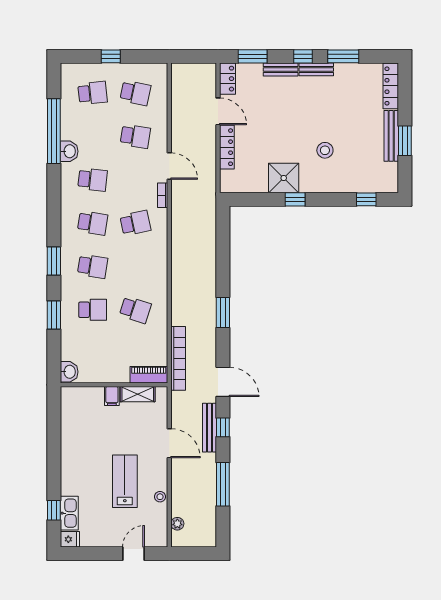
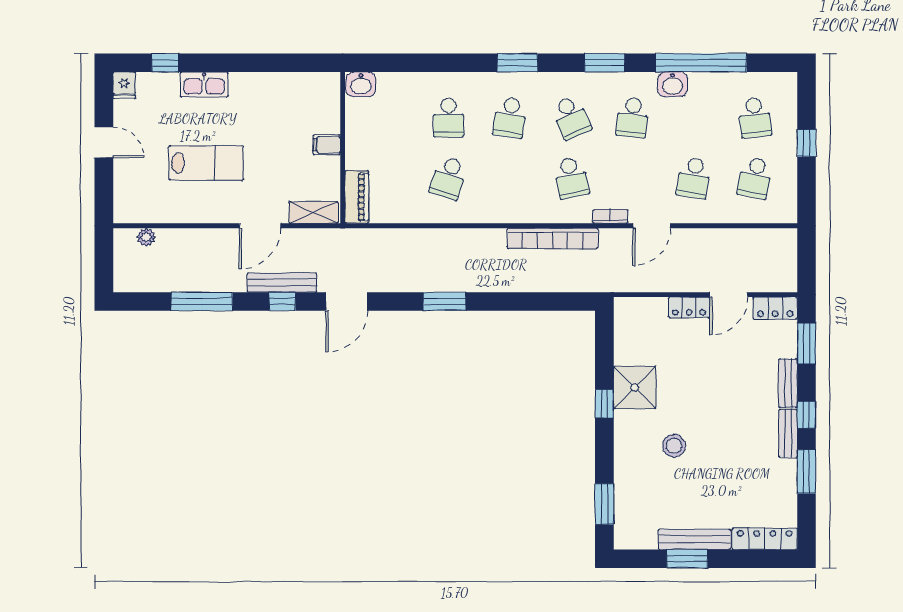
locker: (227, 147) -> (689, 307), width x0.66
window: (366, 199) -> (604, 504), width x1.50
school desk: (93, 223) -> (571, 117), turned -33
window: (54, 315) -> (605, 63), moved
bookcase: (178, 358) -> (553, 238), moved
shelving: (138, 394) -> (314, 212), moved, turned 90
stool: (160, 497) -> (184, 213), removed
kitchen sink: (69, 513) -> (204, 84), moved
door: (133, 554) -> (104, 142), moved

